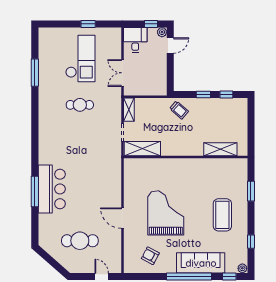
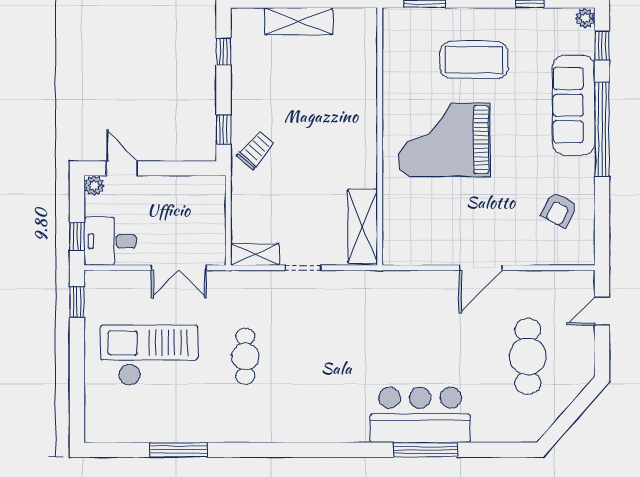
window: (88, 24) -> (77, 302), moved
window: (151, 24) -> (77, 237), moved
window: (203, 94) -> (224, 129), moved
shelving: (142, 149) -> (362, 226), moved
shelving: (220, 149) -> (299, 21), moved, turned 90
wall: (186, 157) -> (380, 136), moved
grand piano: (166, 213) -> (444, 140), moved

